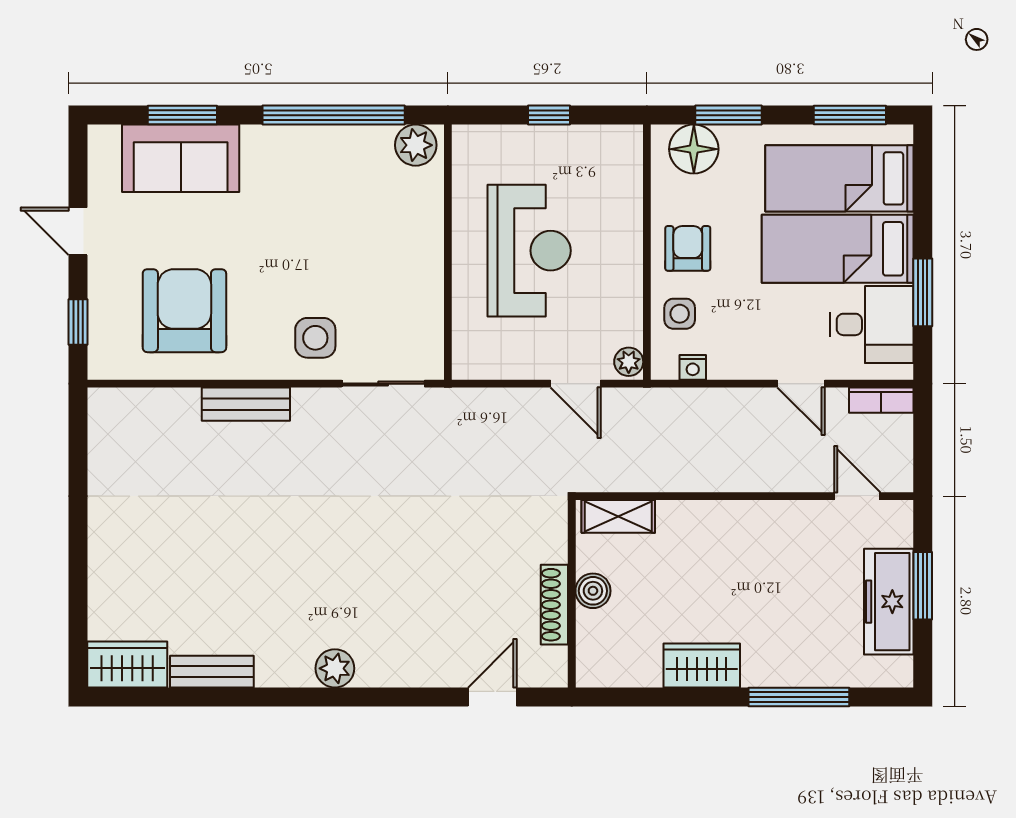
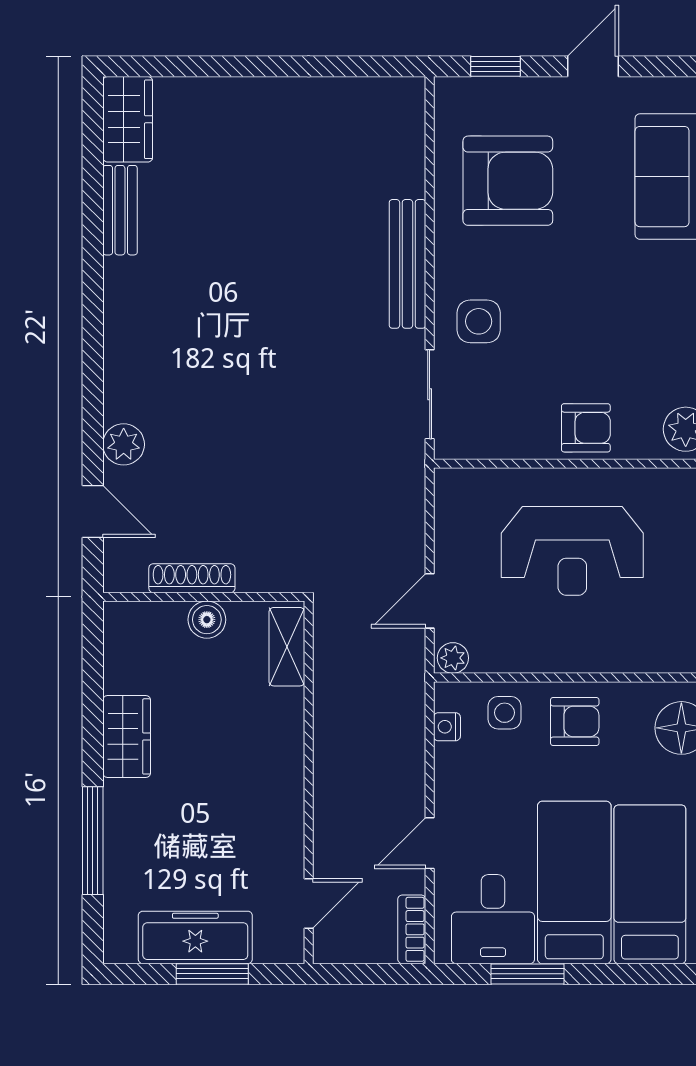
armchair: (414, 238) -> (586, 428), added
bench: (246, 404) -> (407, 264), width x1.36
plant: (335, 668) -> (124, 444), moved

